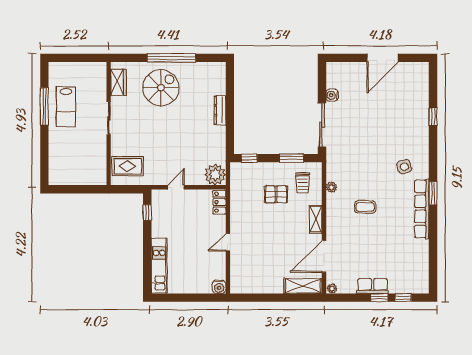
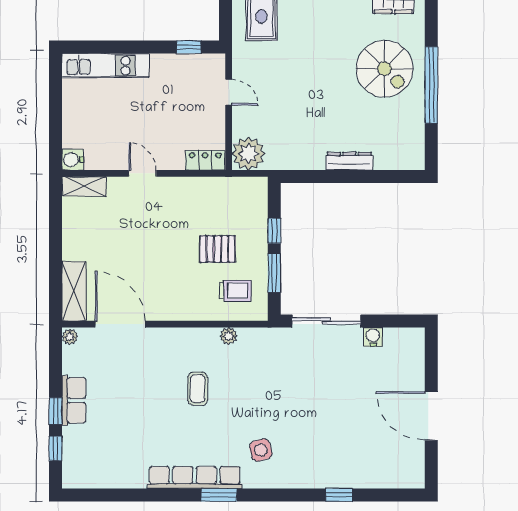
window: (249, 158) -> (274, 231), moved
trolley: (303, 183) -> (235, 291), turned 180
pallet: (276, 194) -> (217, 249), turned 90
shelving: (316, 219) -> (84, 186), moved

